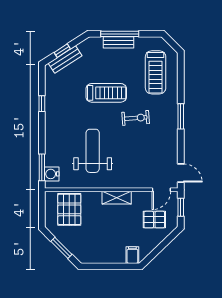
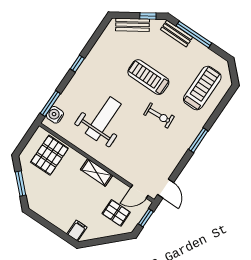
bench: (118, 42) -> (177, 33), moved
window: (62, 51) -> (148, 16), moved
treadmill: (156, 72) -> (202, 88), turned 180
treadmill: (106, 93) -> (148, 77), turned 180
window: (42, 104) -> (77, 64), moved

